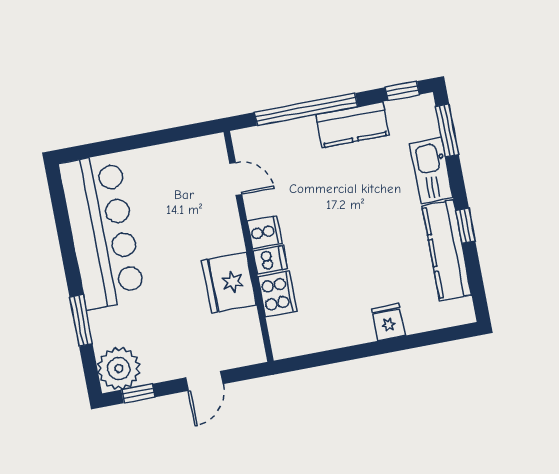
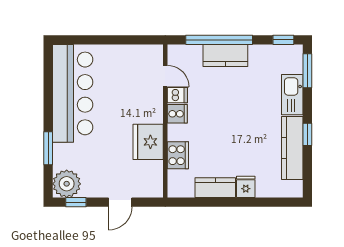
kitchen counter: (352, 125) -> (225, 55), moved
dishwasher: (270, 260) -> (177, 95), moved
kitchen counter: (343, 332) -> (215, 188), added

